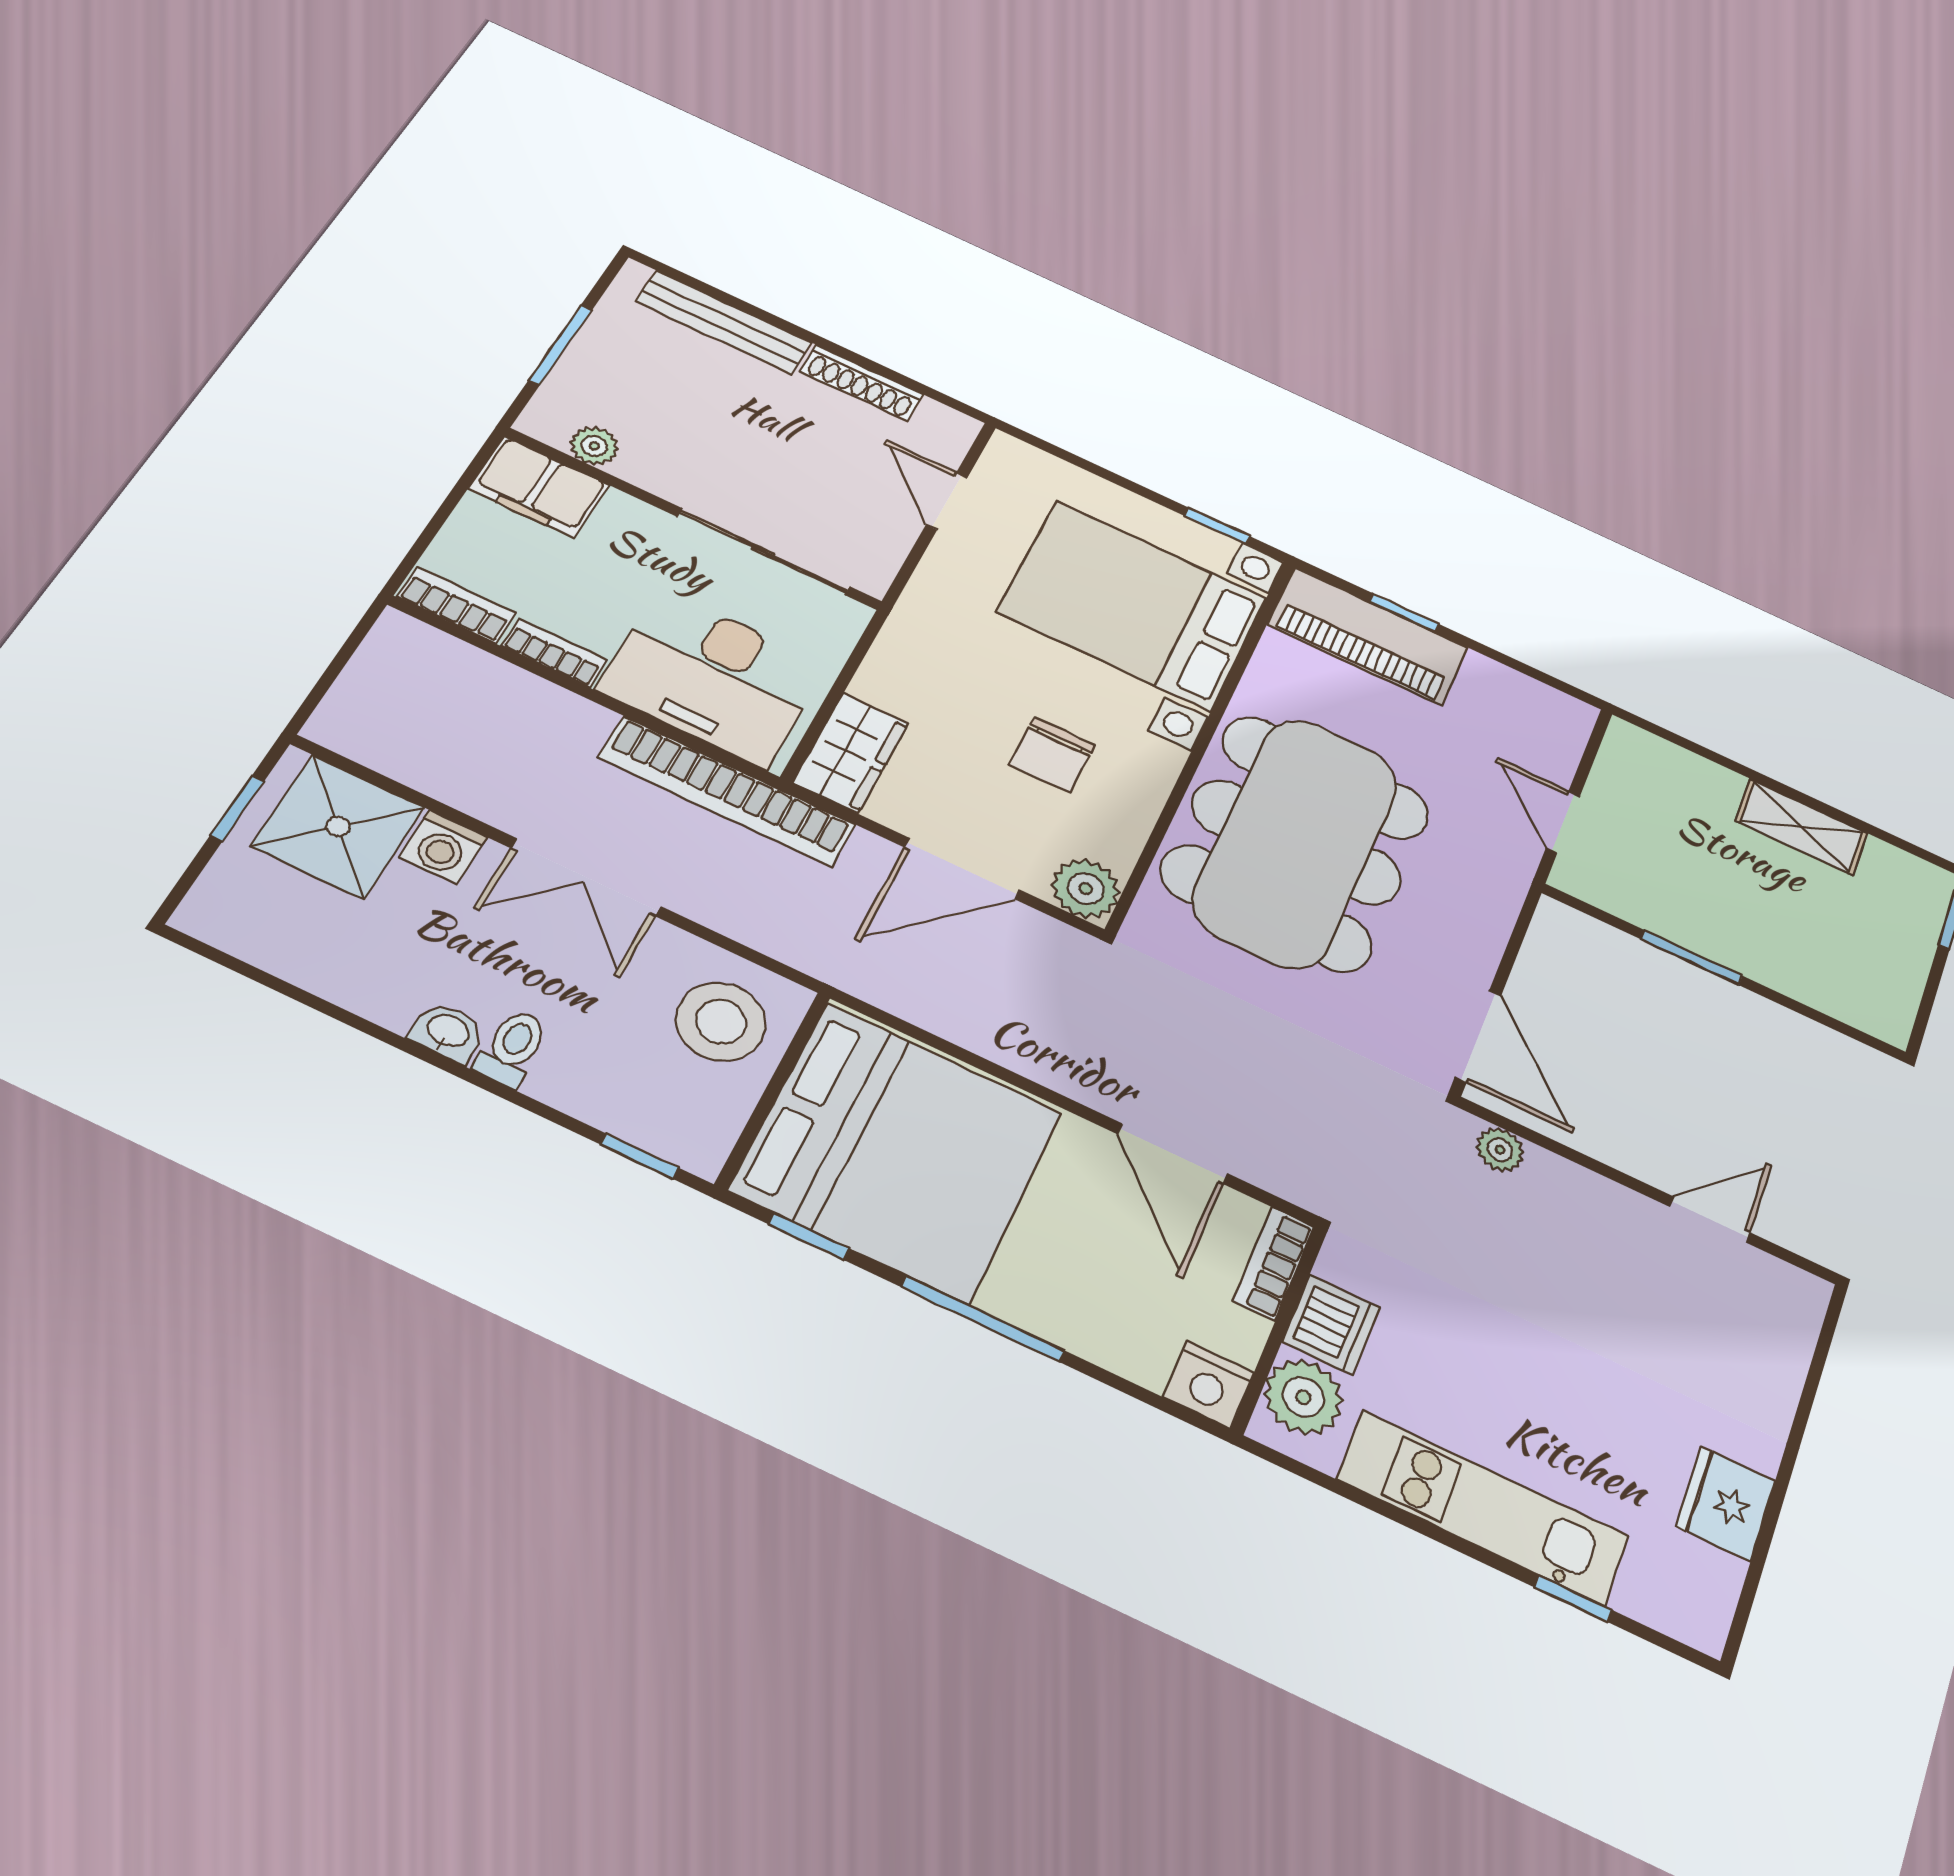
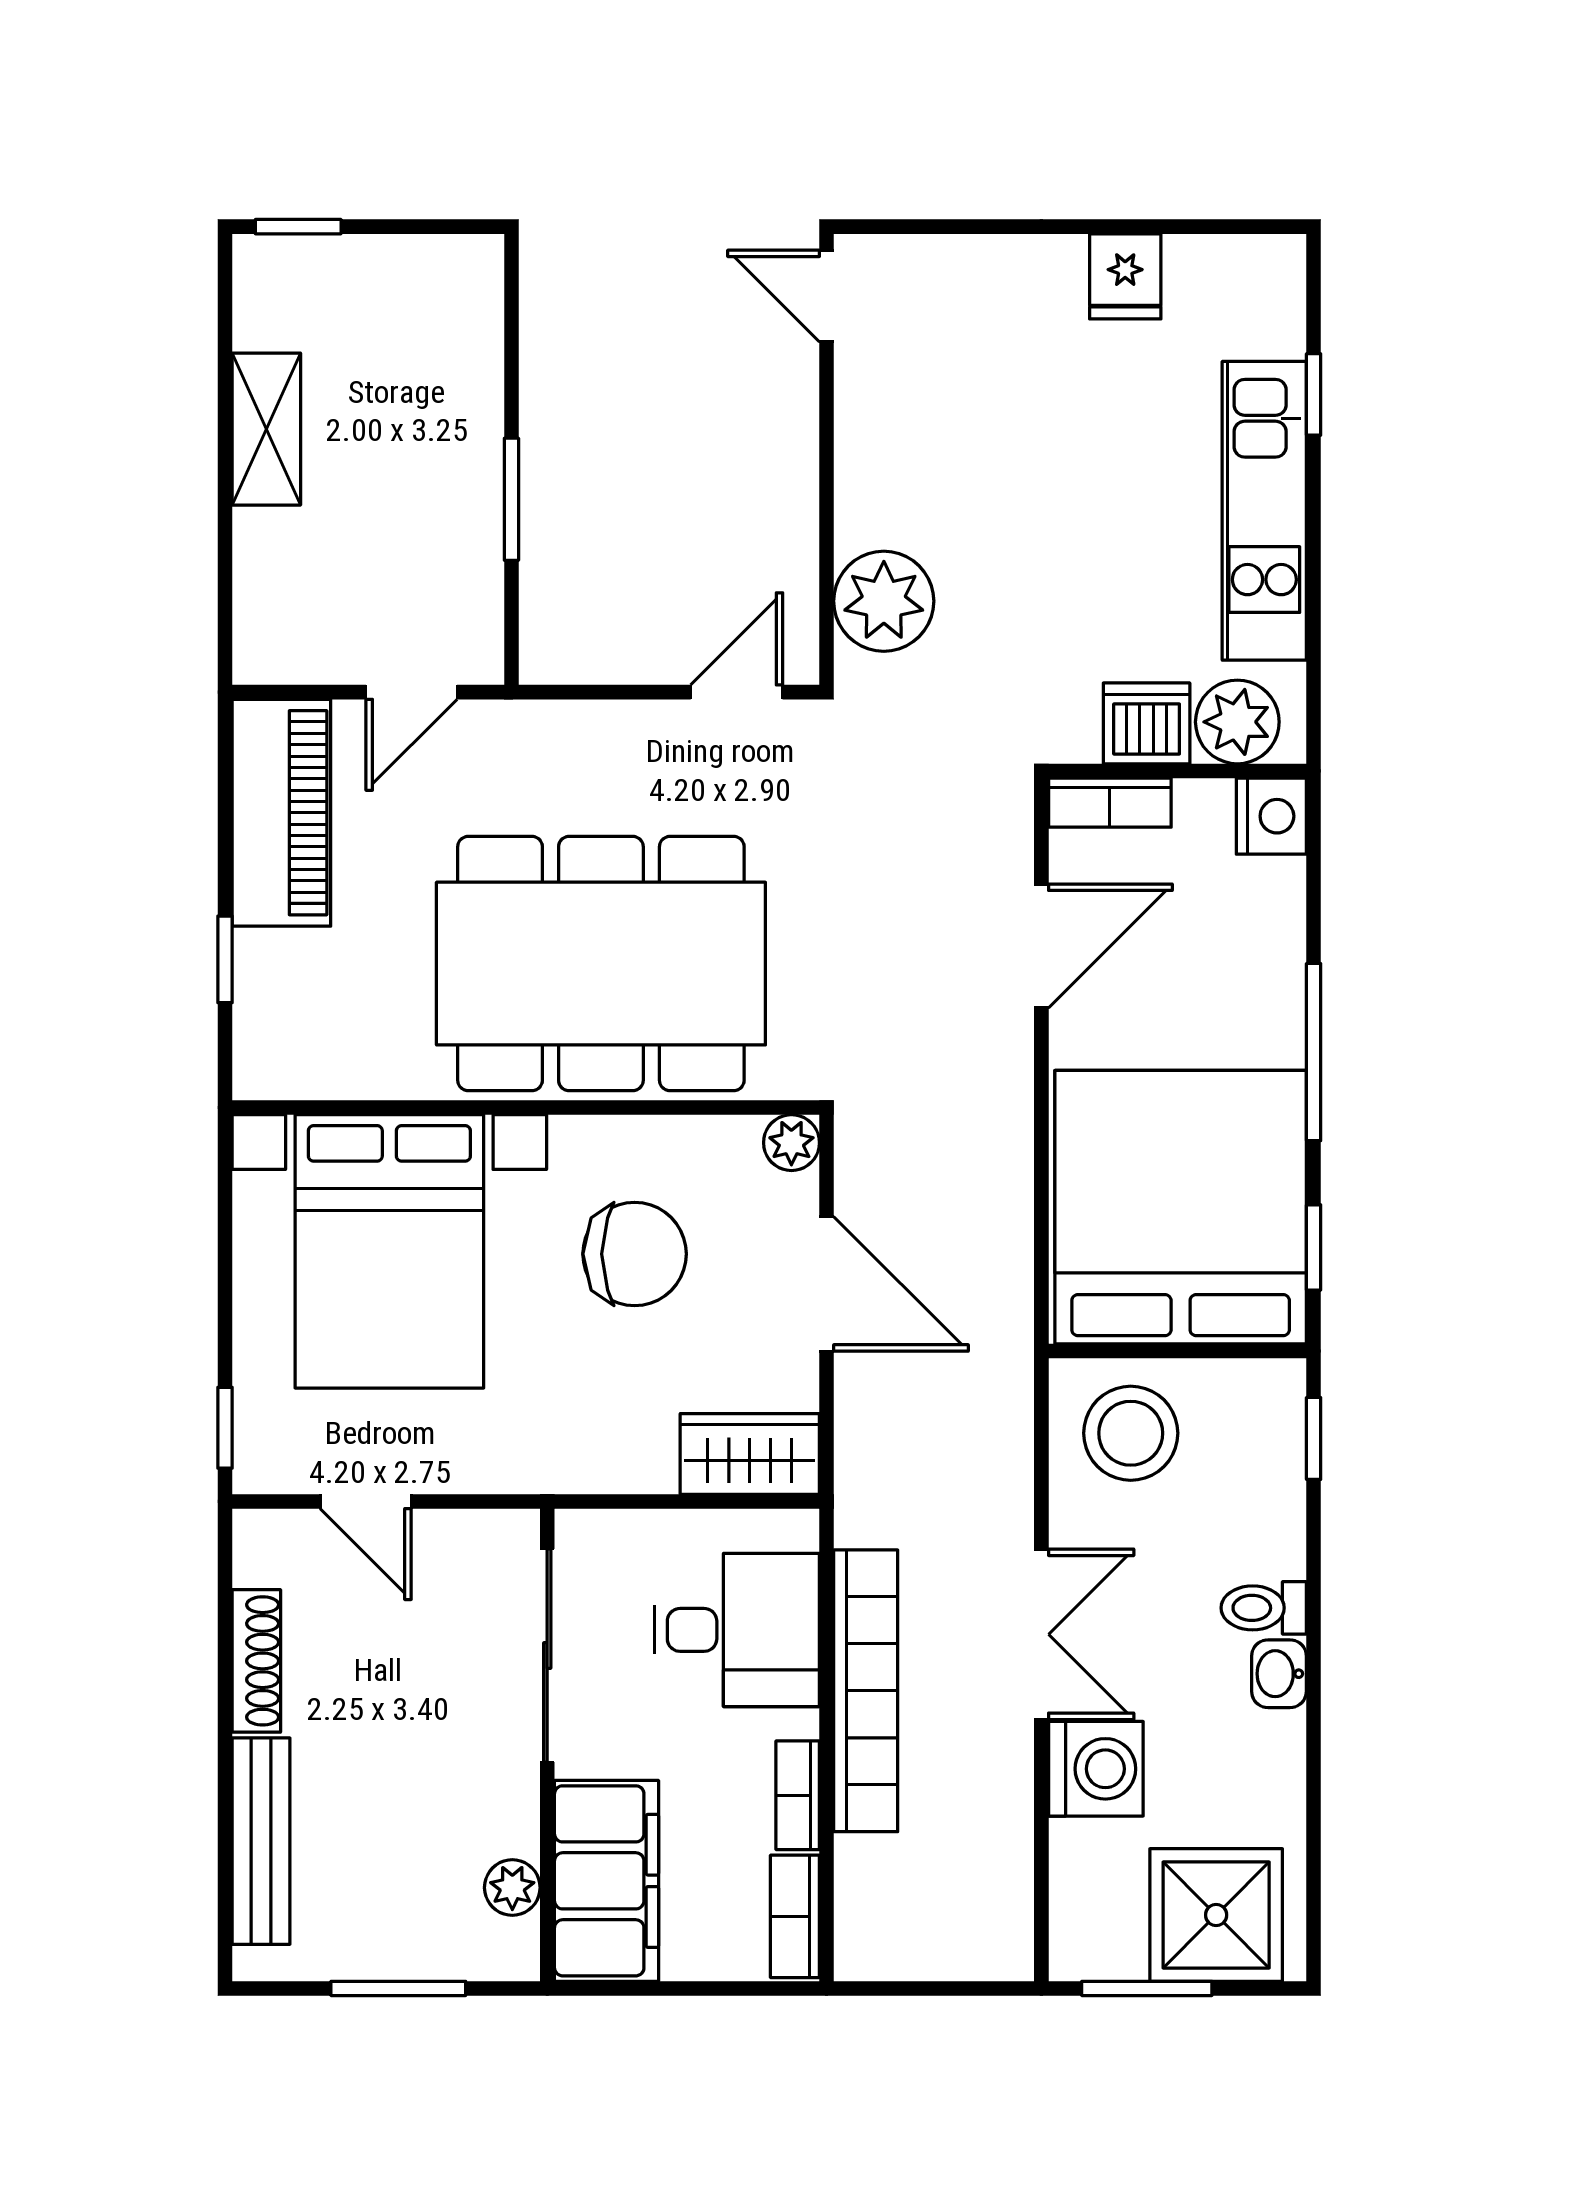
filing cabinet: (539, 487) -> (606, 1881), width x1.50, depth x1.17
door: (947, 501) -> (366, 1501), hinge flipped
window: (1217, 526) -> (225, 1428), moved
piano: (1368, 636) -> (281, 813), moved
desk: (713, 677) -> (737, 1630), width x0.73
chair: (1052, 755) -> (635, 1254), width x1.37, depth x1.37
bookcase: (727, 791) -> (866, 1691), moved
window: (237, 808) -> (1147, 1988), width x1.50
shower: (338, 826) -> (1216, 1915), moved
washing machine: (443, 847) -> (1096, 1769), width x1.38, depth x1.38
plant: (1086, 889) -> (791, 1143), width x0.73, depth x0.73
door: (1478, 1036) -> (737, 692), width x0.73
plant: (1500, 1150) -> (884, 601), width x1.88, depth x1.88
door: (1710, 1220) -> (827, 296), moved
fridge: (1725, 1504) -> (1125, 276), width x0.72

